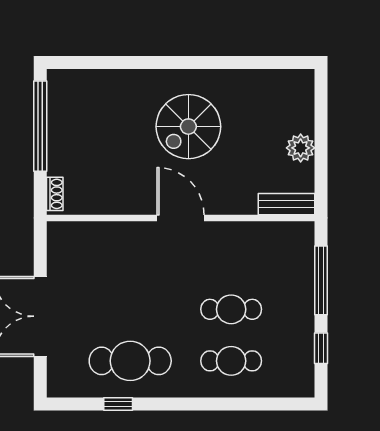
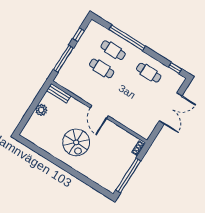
spiral stairs: (188, 127) -> (76, 142), turned 90
cafe table: (130, 361) -> (149, 73), width x0.73, depth x0.74
window: (118, 404) -> (175, 68), moved
window: (219, 404) -> (127, 38), added

